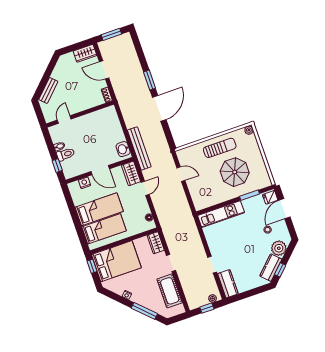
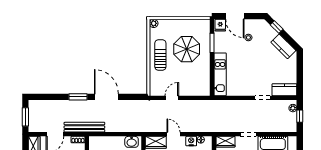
bench: (139, 148) -> (84, 127), moved
nightstand: (144, 208) -> (191, 141), added
plant: (279, 248) -> (268, 33), removed
window: (280, 270) -> (277, 27), moved

